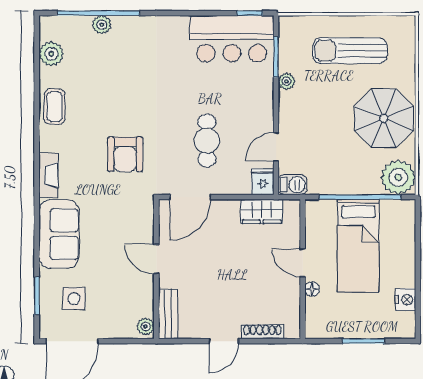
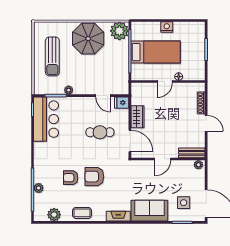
armchair: (121, 85) -> (71, 178), added
armchair: (125, 154) -> (94, 177), moved, turned 180
barbecue: (293, 185) -> (123, 87), removed
wardrobe: (262, 211) -> (137, 117), moved
nightstand: (405, 299) -> (167, 27), moved

